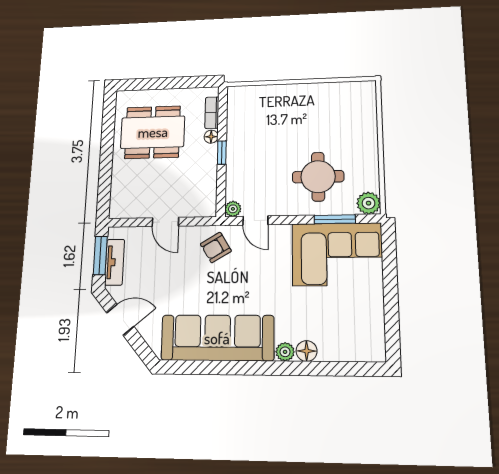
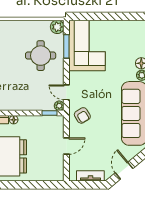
window: (222, 153) -> (49, 113), moved
door: (255, 221) -> (66, 92), swing flipped
window: (100, 256) -> (86, 185), removed

